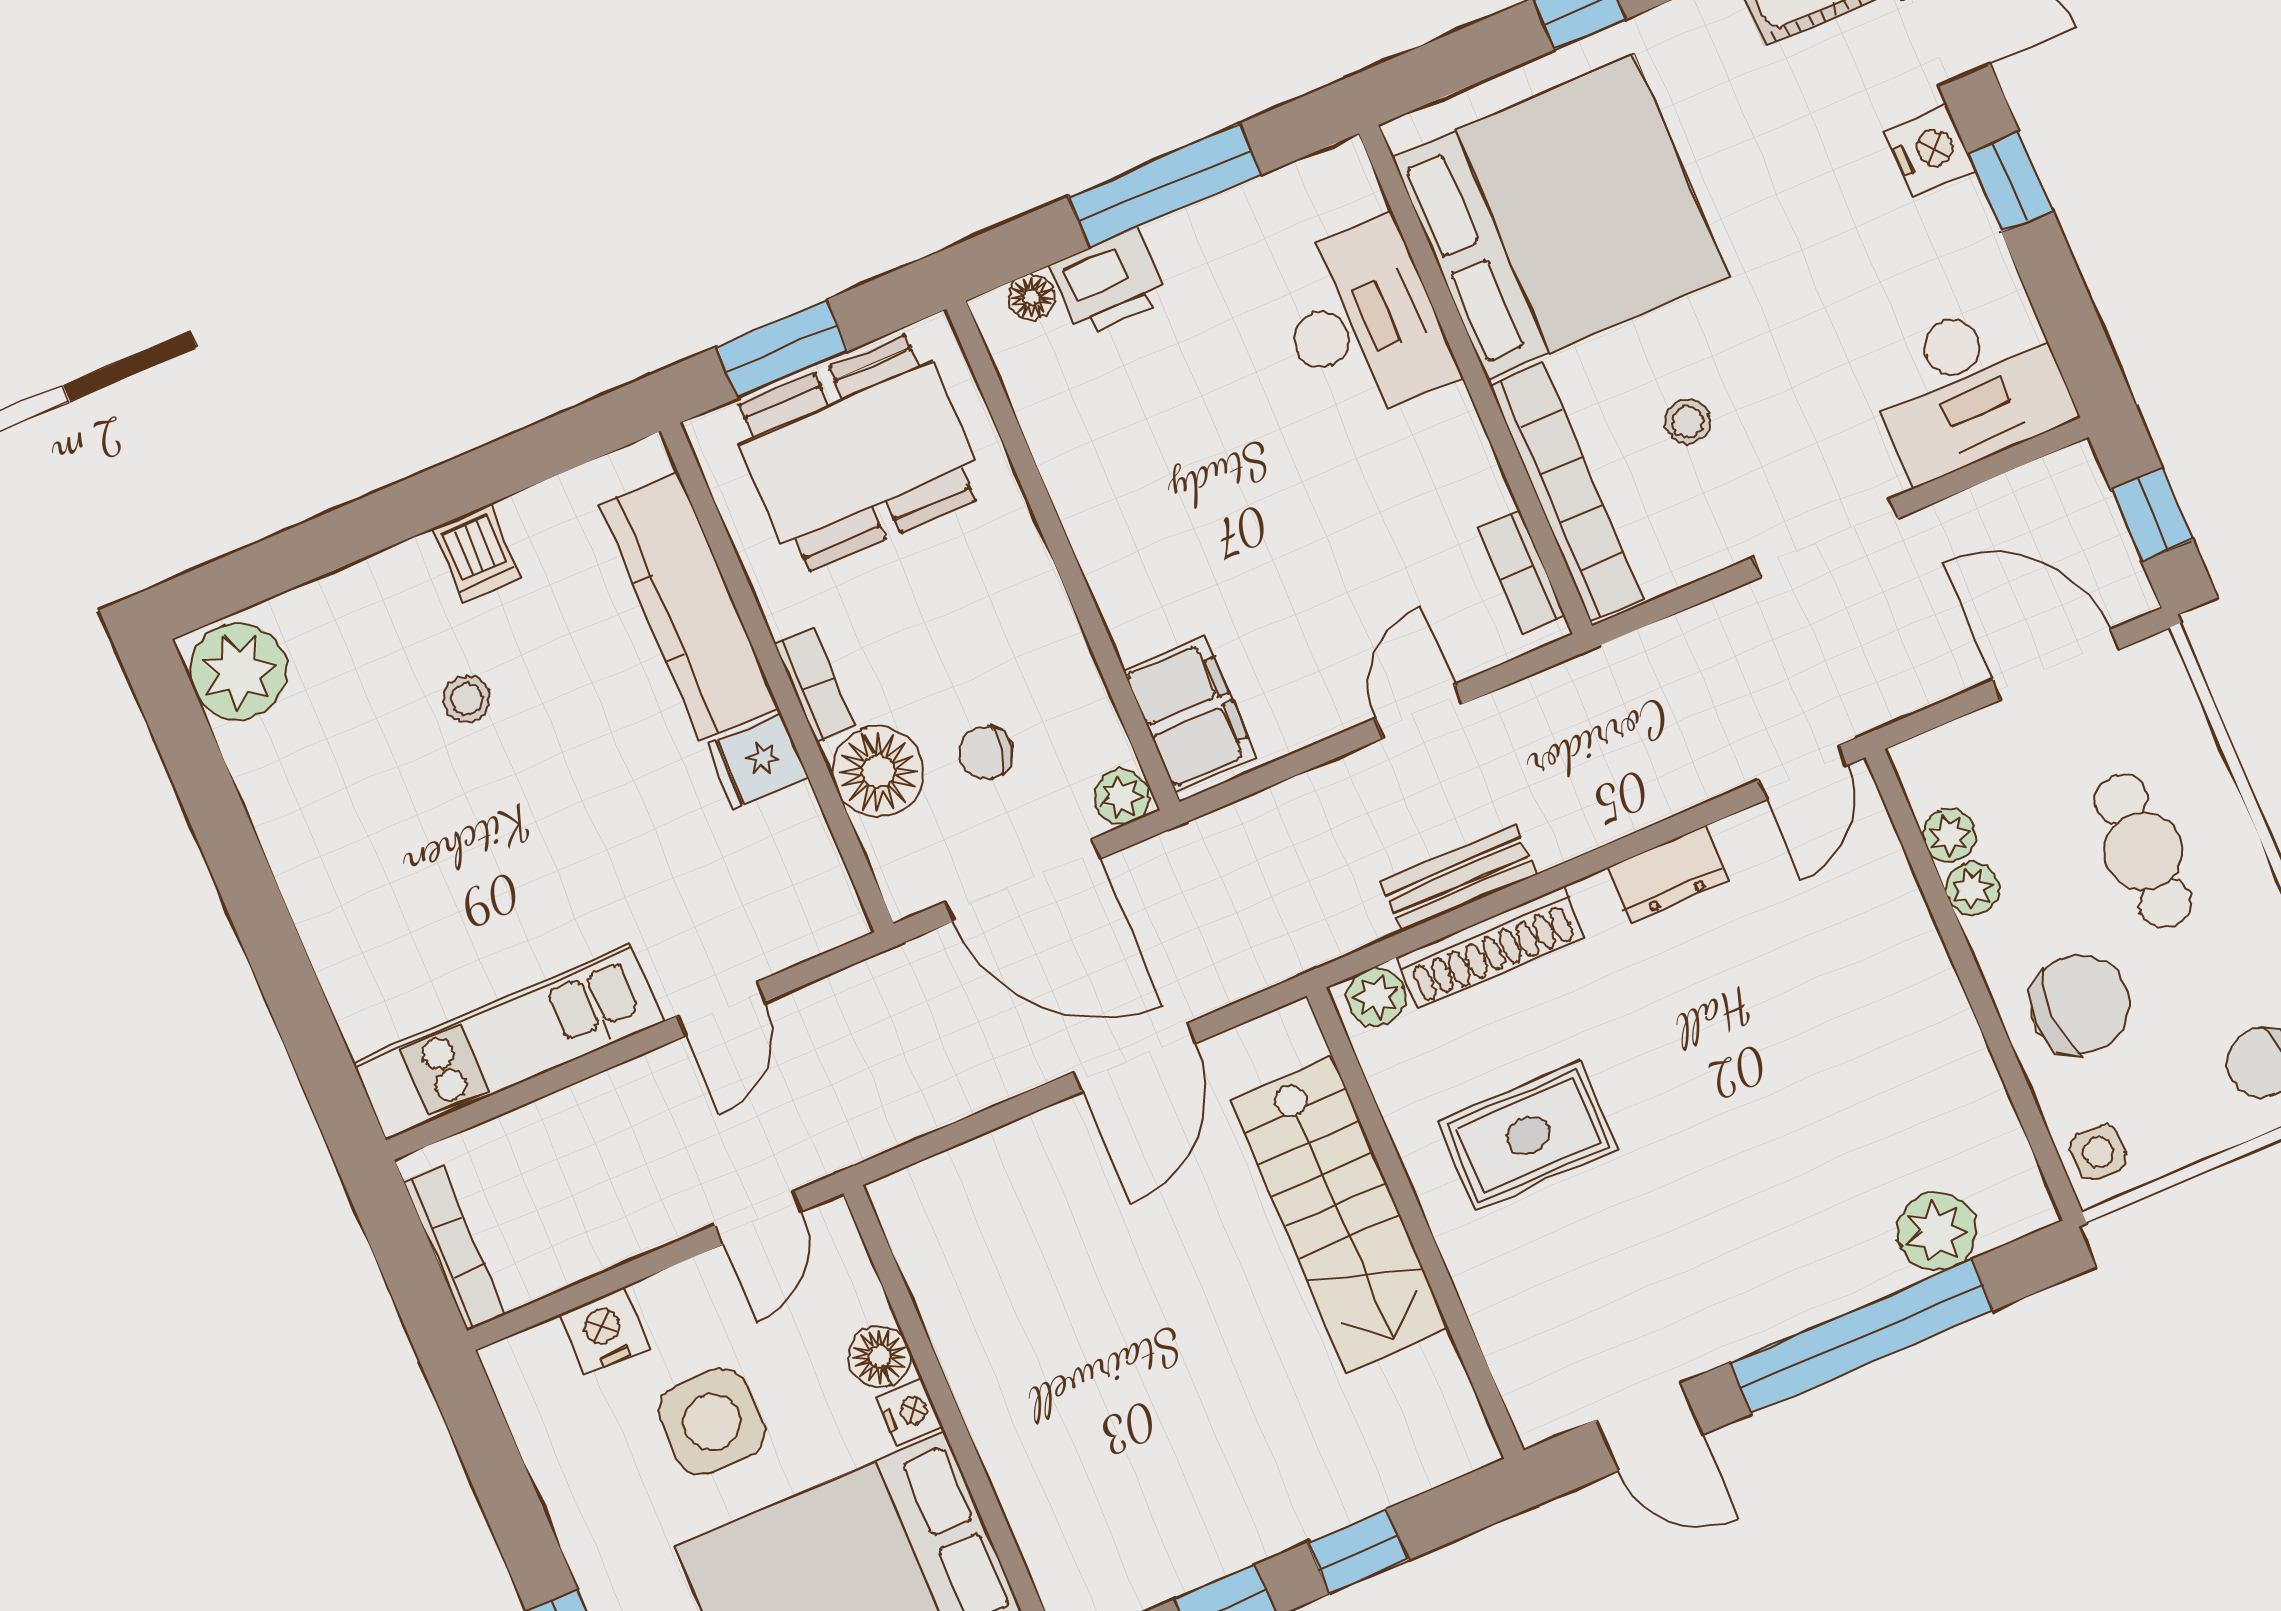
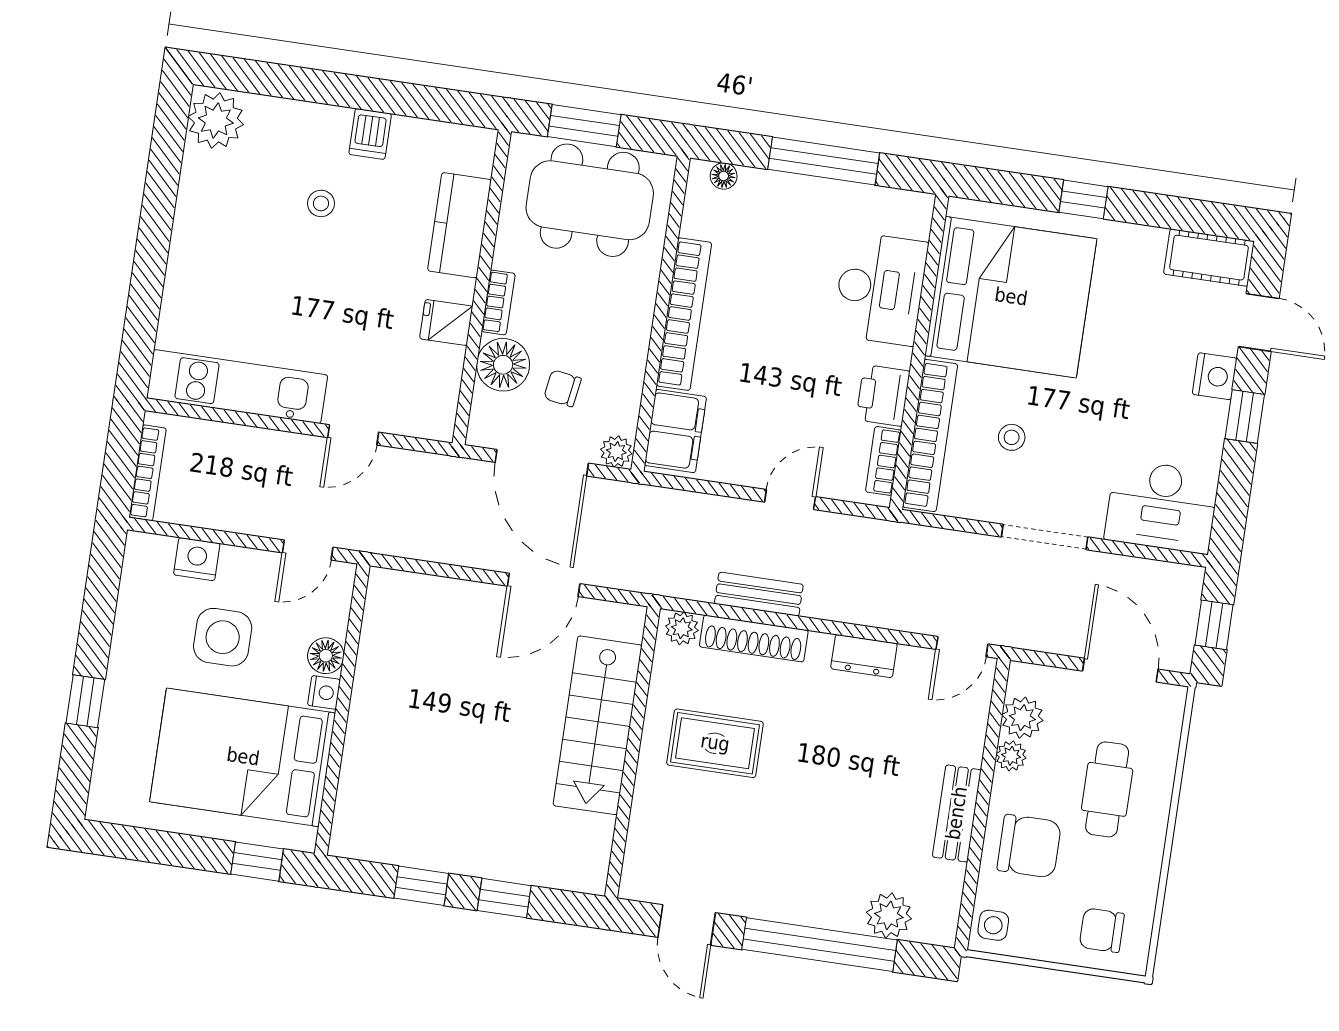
printer: (1109, 283) -> (883, 395), moved, turned 90
bookcase: (1097, 535) -> (684, 314), added
kitchen counter: (689, 606) -> (460, 225), width x0.67
plant: (1950, 835) -> (1022, 718), width x1.38, depth x1.38
bench: (1945, 1021) -> (957, 813), added

